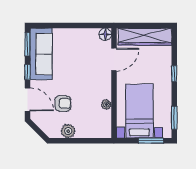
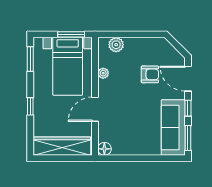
door: (114, 59) -> (95, 109), moved
armchair: (63, 103) -> (150, 74), turned 180
plant: (68, 131) -> (116, 45), moved
window: (151, 141) -> (71, 34), moved

